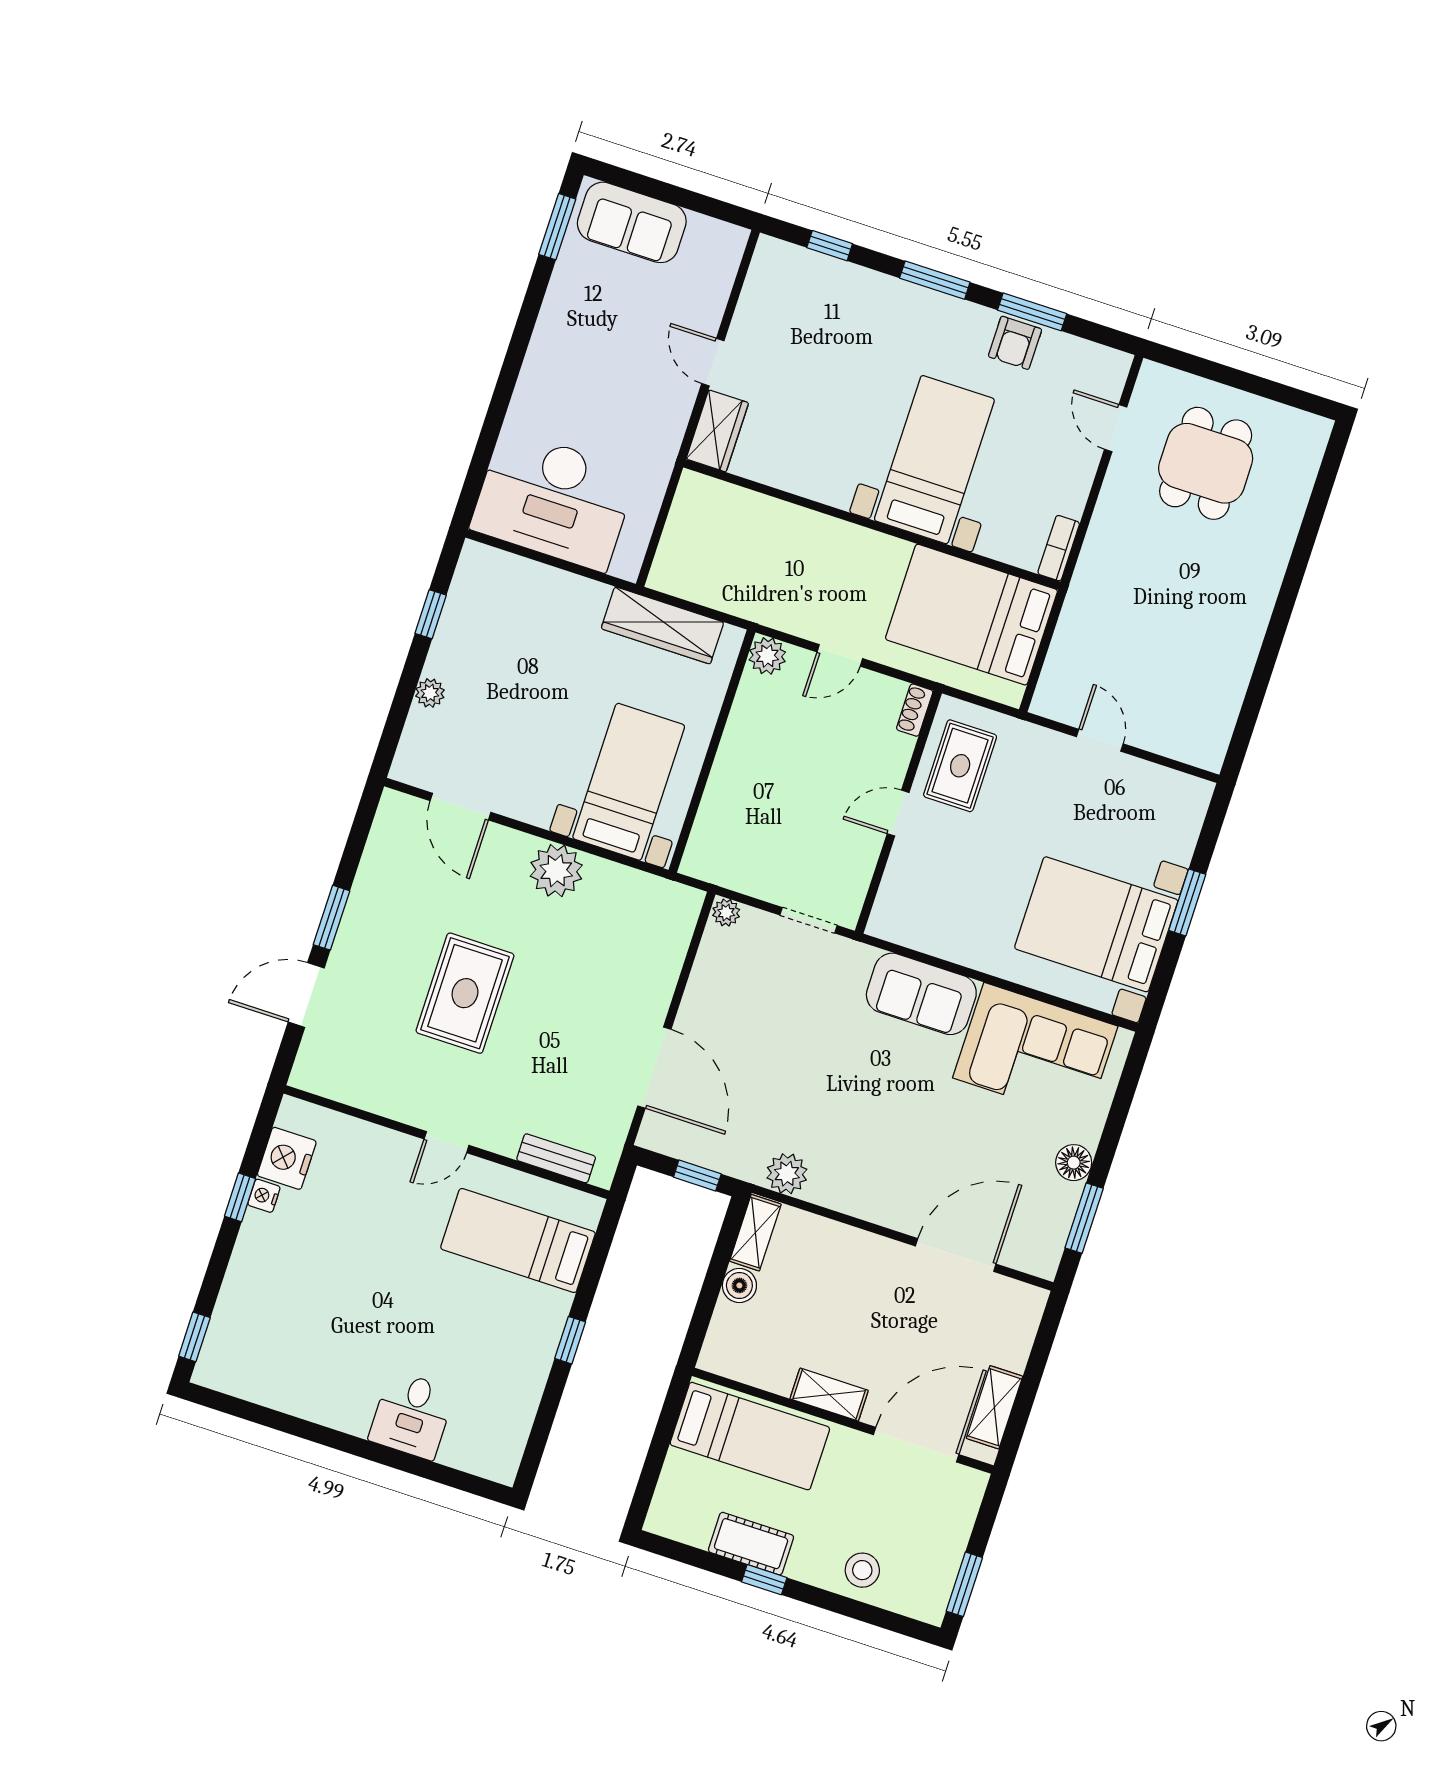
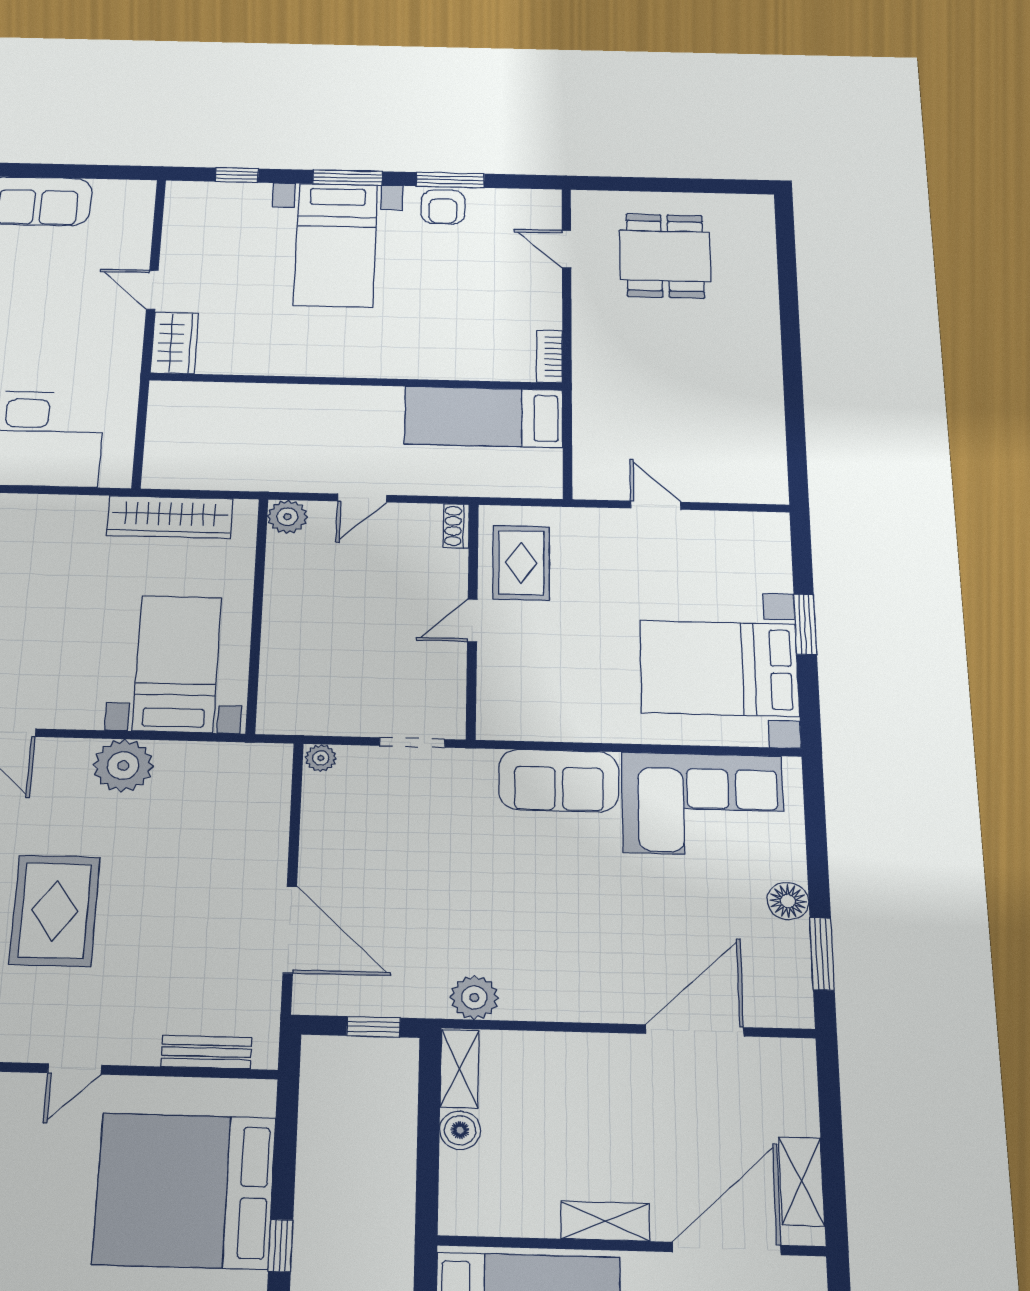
bed with nightstands: (934, 460) -> (336, 245), moved, turned 180
bed: (971, 615) -> (484, 417), width x0.67
bed: (518, 1240) -> (185, 1190), width x2.04

